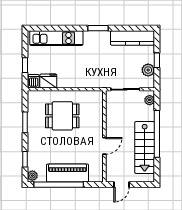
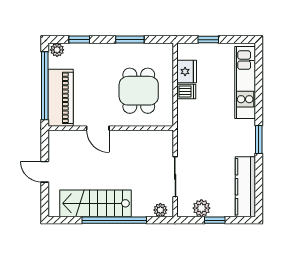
dishwasher: (34, 81) -> (186, 92), moved
wall: (104, 136) -> (111, 128), moved
door: (104, 146) -> (98, 128), moved

